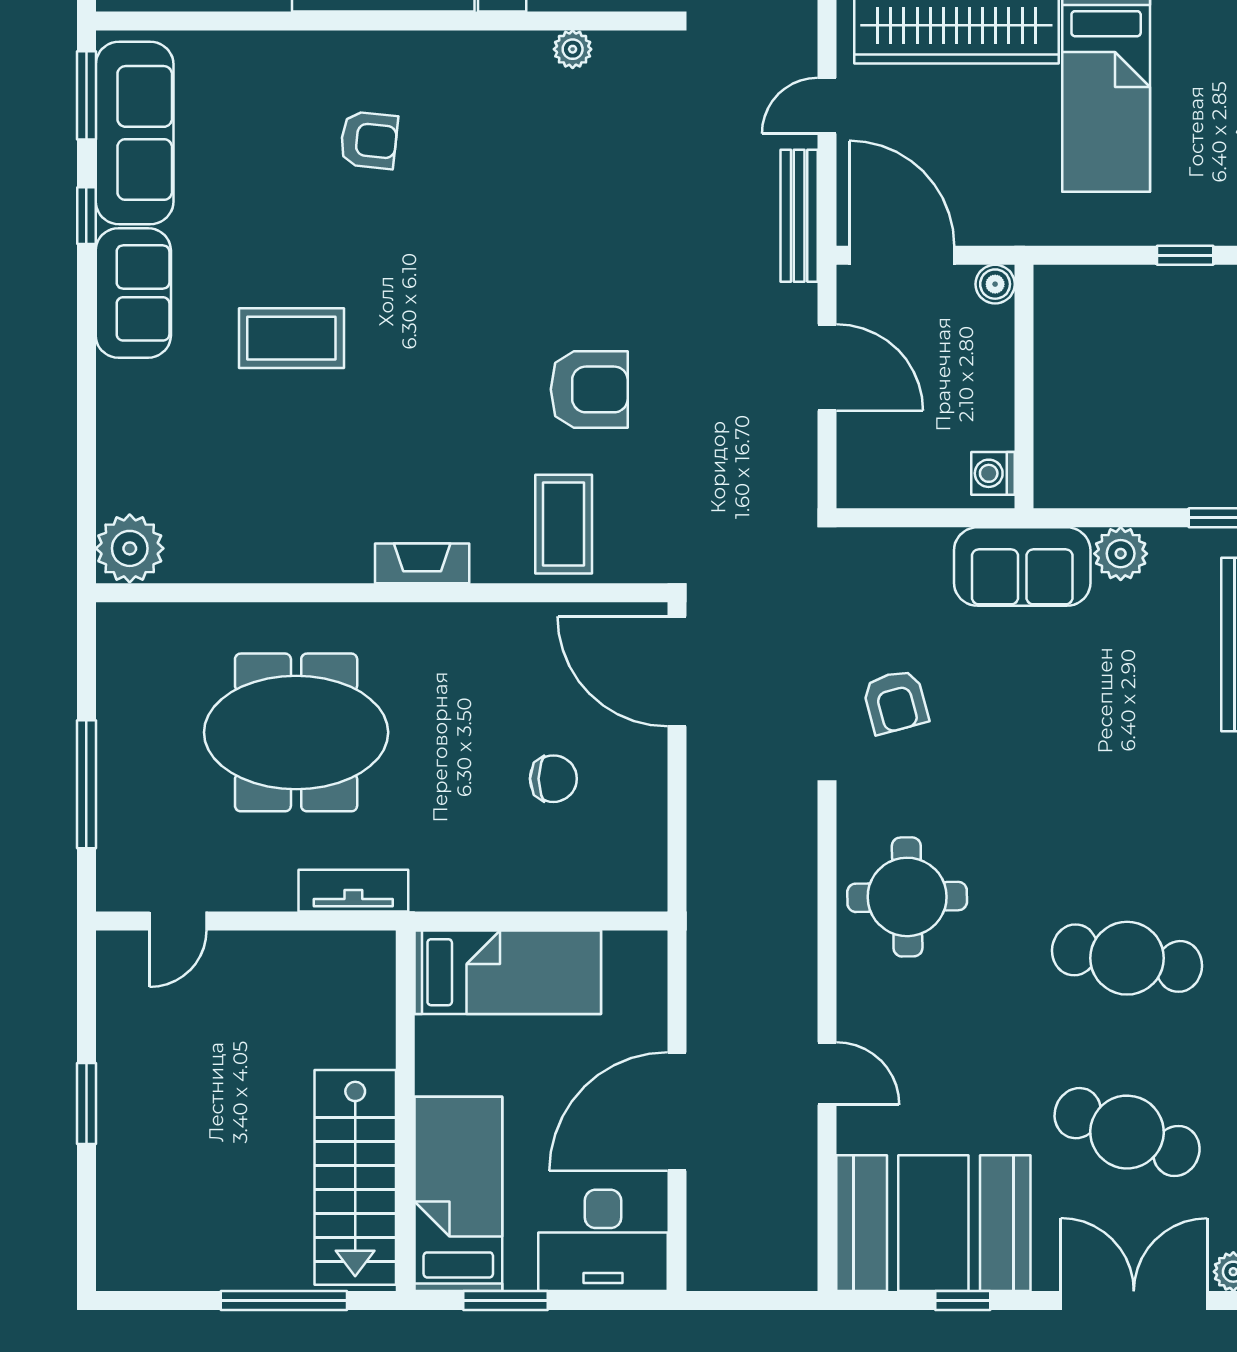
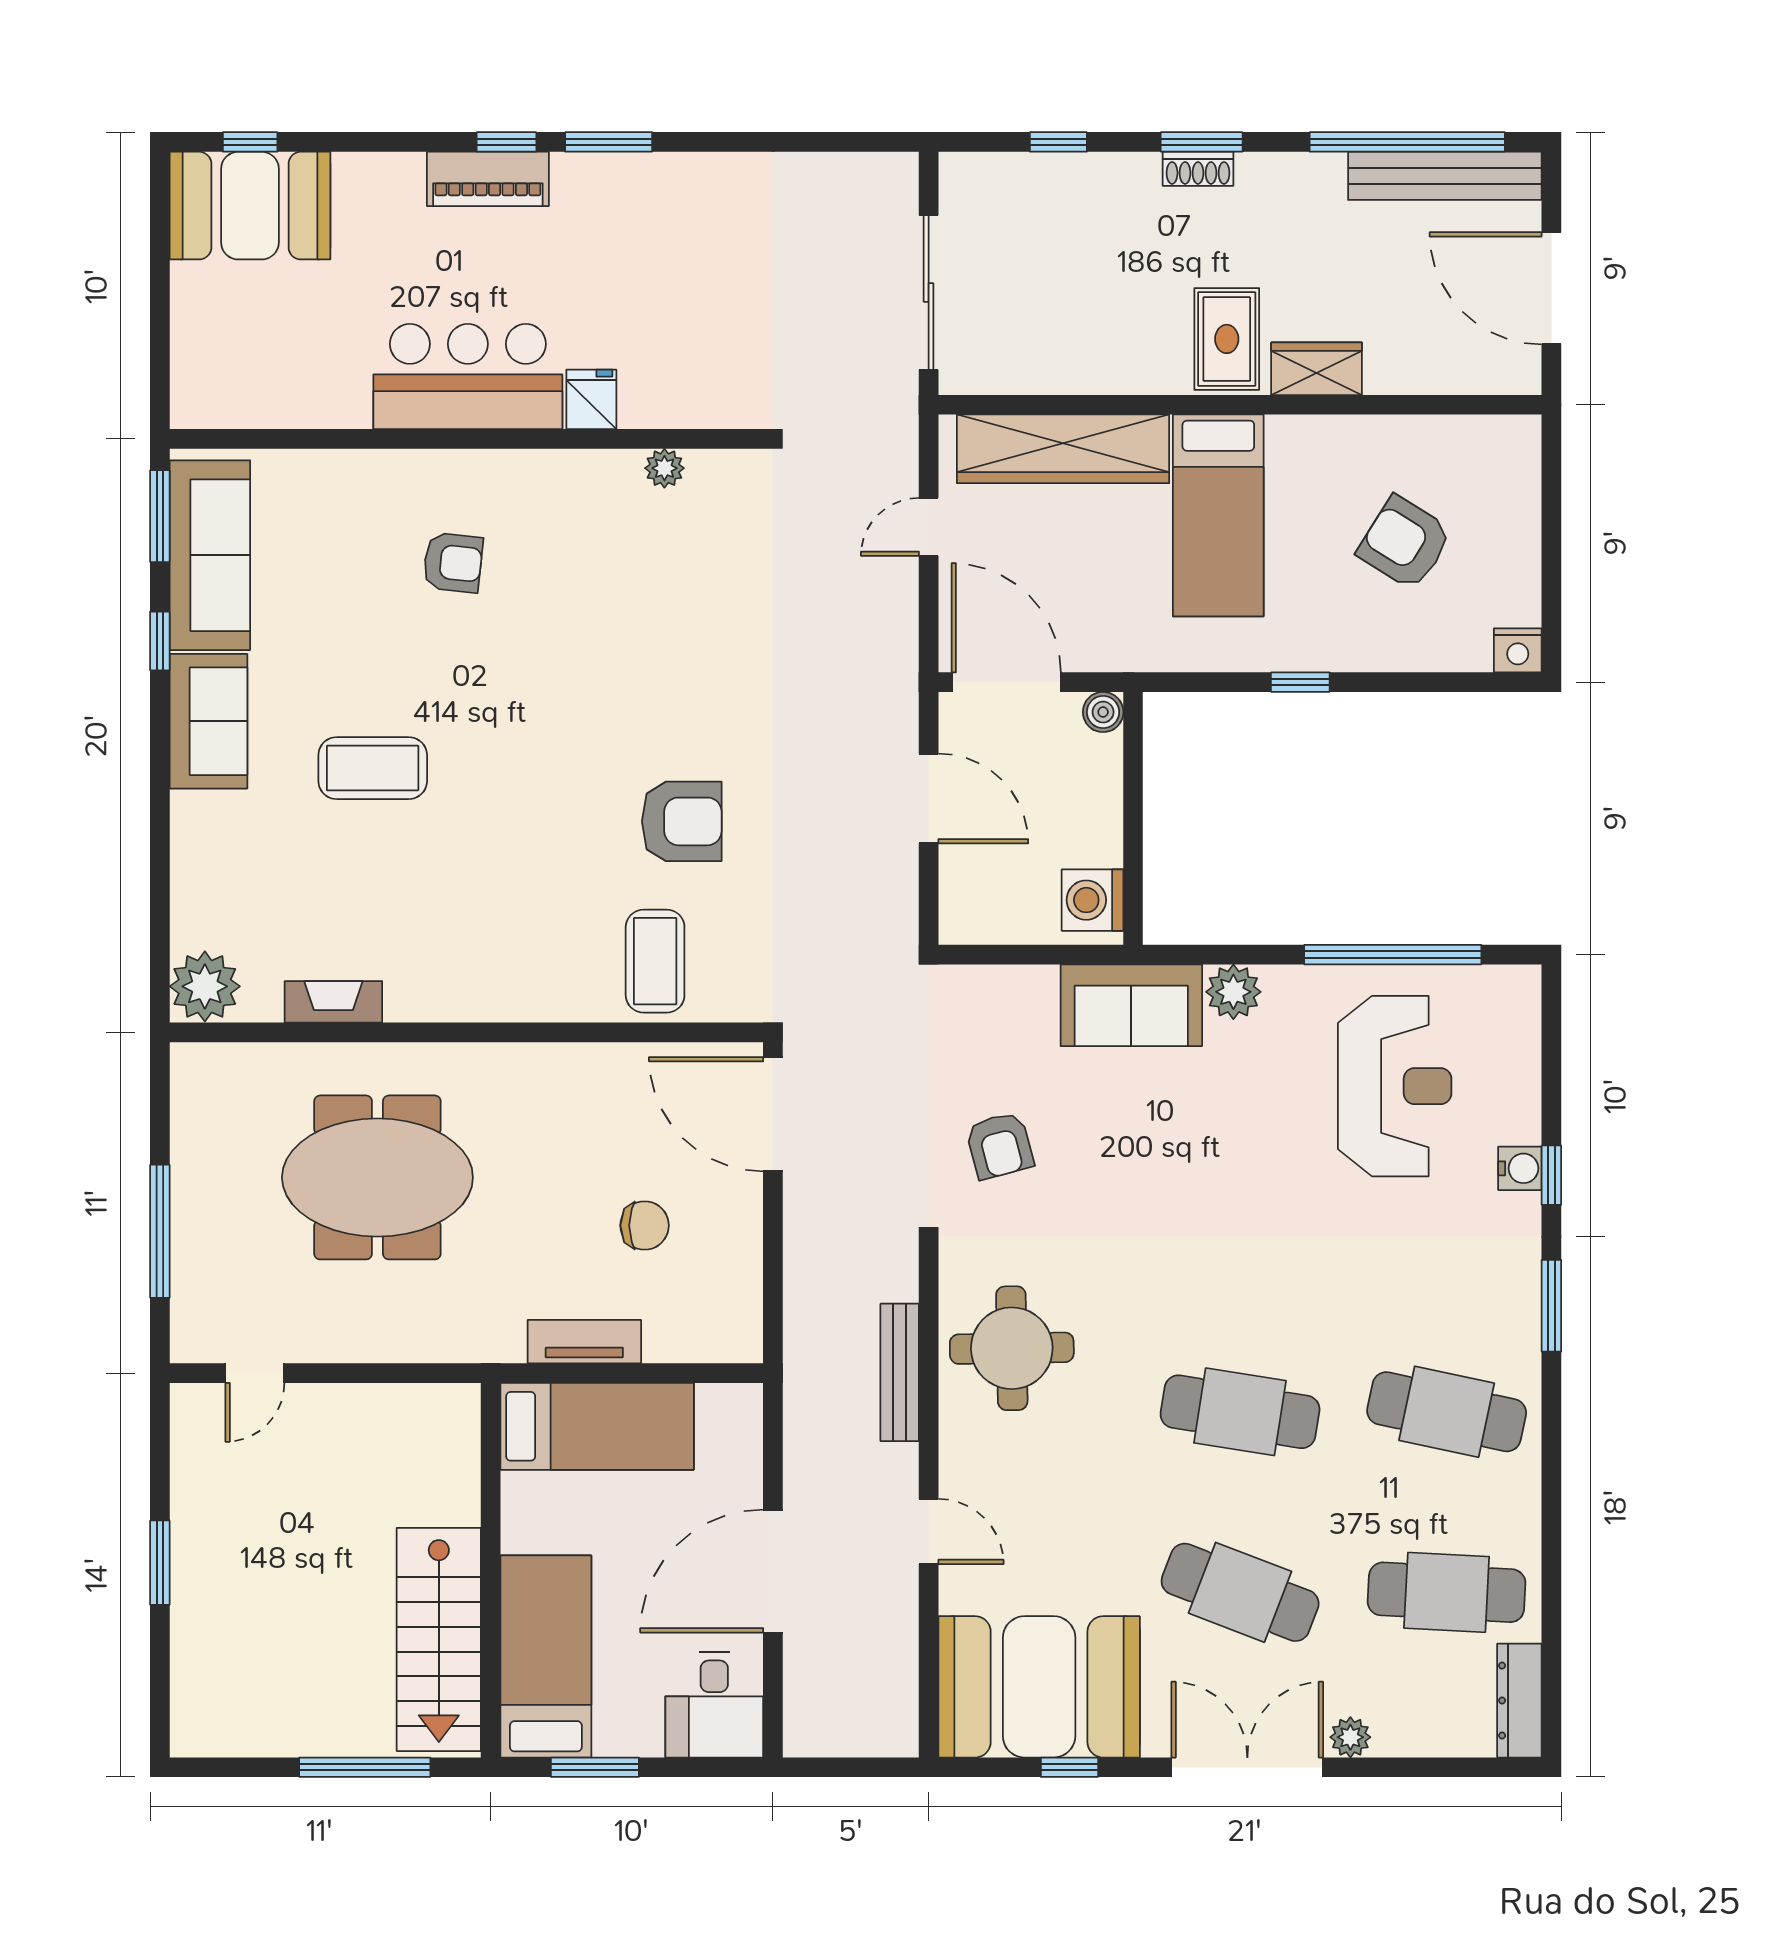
bench: (799, 216) -> (900, 1372), moved
washing machine: (993, 473) -> (1092, 900), width x1.38, depth x1.38
fireplace: (422, 563) -> (333, 1002), moved
tv unit: (353, 891) -> (584, 1342), moved
desk: (603, 1240) -> (714, 1705), width x0.73

